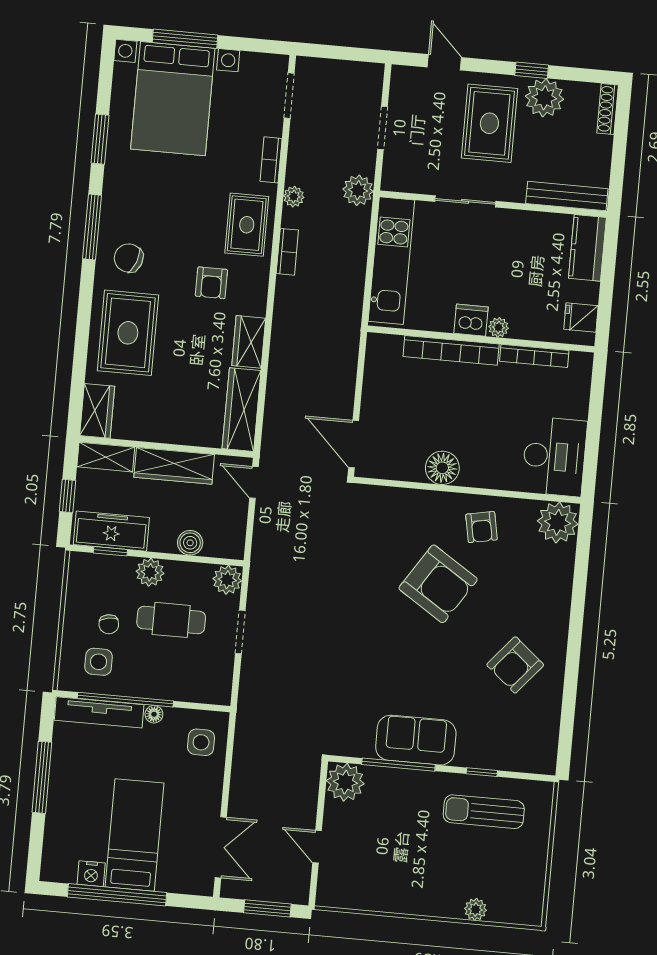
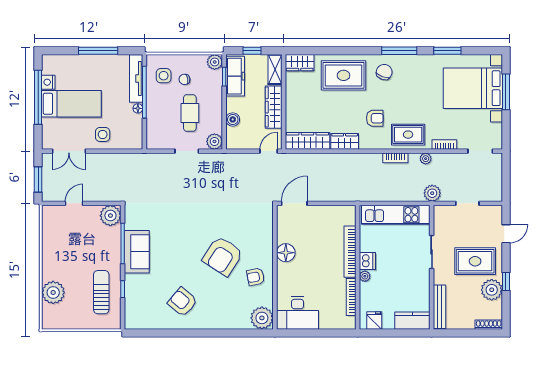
armchair: (211, 283) -> (375, 118), turned 180
plant: (150, 572) -> (215, 62), moved
side table: (201, 742) -> (103, 134), moved
plant: (476, 909) -> (53, 292), width x1.88, depth x1.88

